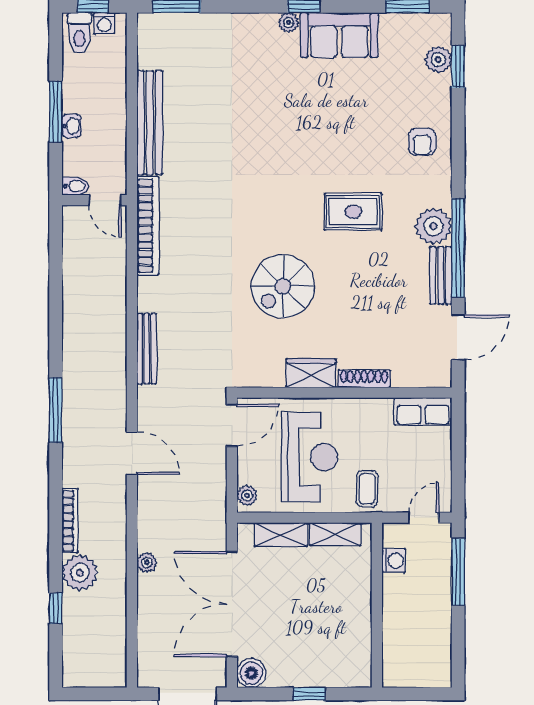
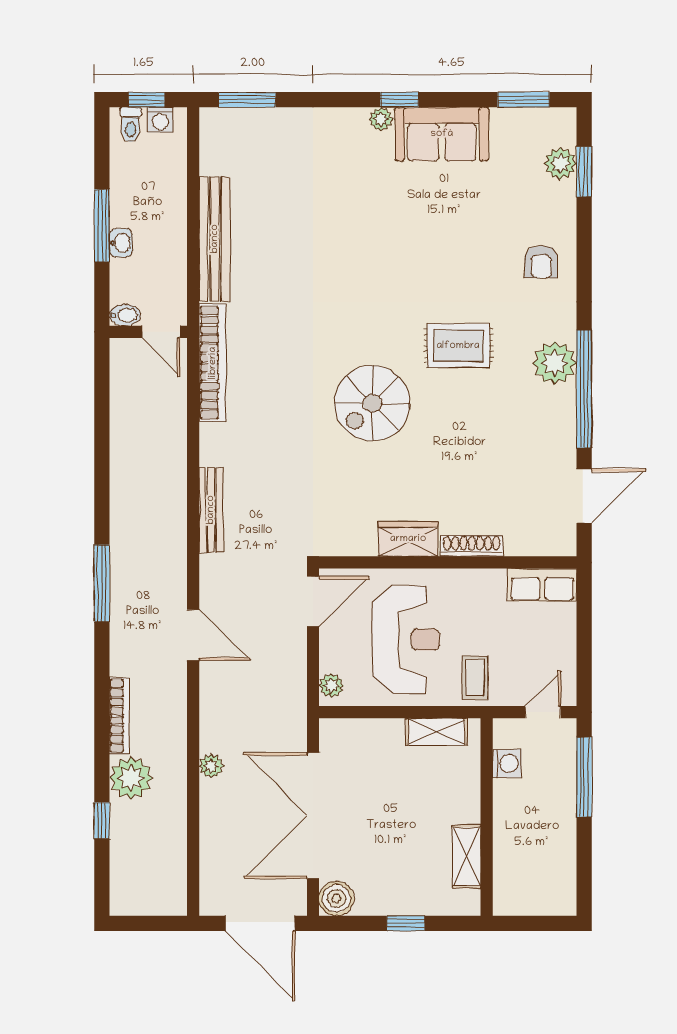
toilet: (79, 33) -> (131, 125), width x0.73, depth x0.72
bench: (441, 275) -> (563, 422), removed
spiral stairs: (283, 286) -> (372, 403), moved
shelving: (281, 535) -> (467, 856), moved, turned 90

